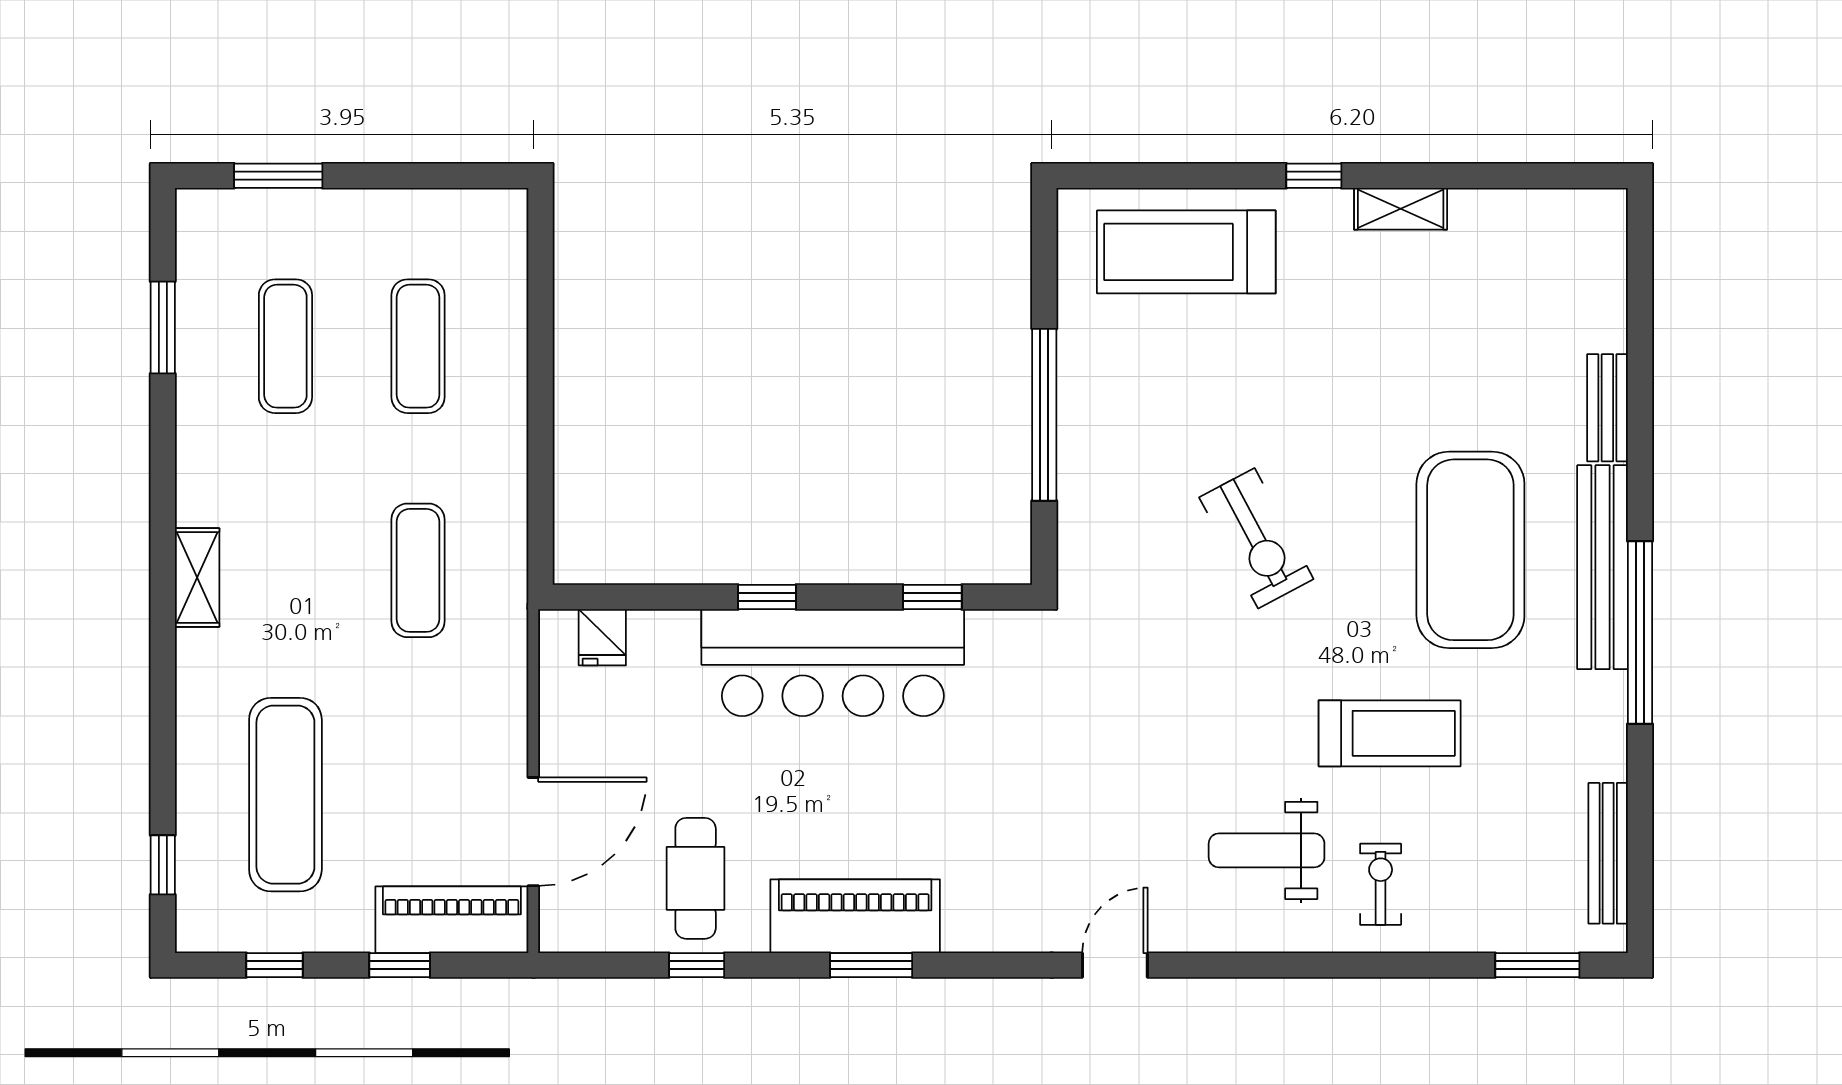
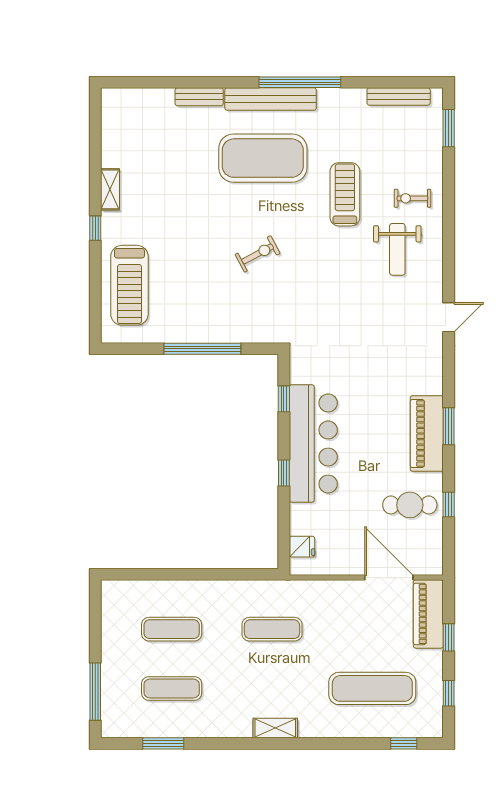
window: (278, 176) -> (95, 692), width x1.44
exercise bike: (1256, 538) -> (258, 254), width x0.73, depth x0.72
door: (1115, 965) -> (449, 317), swing flipped

